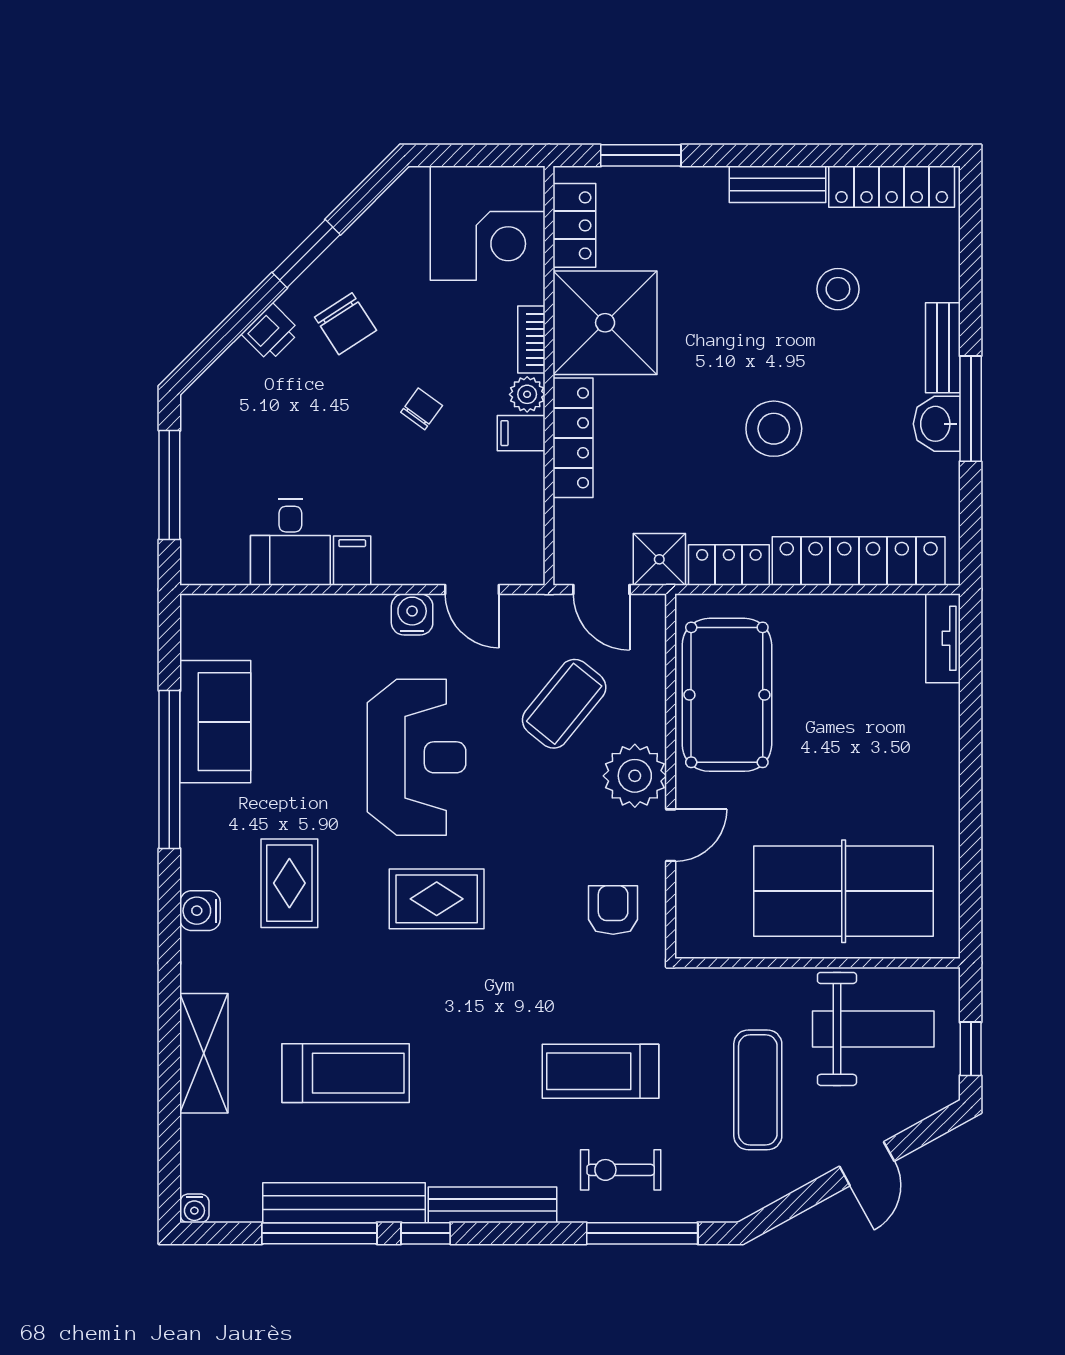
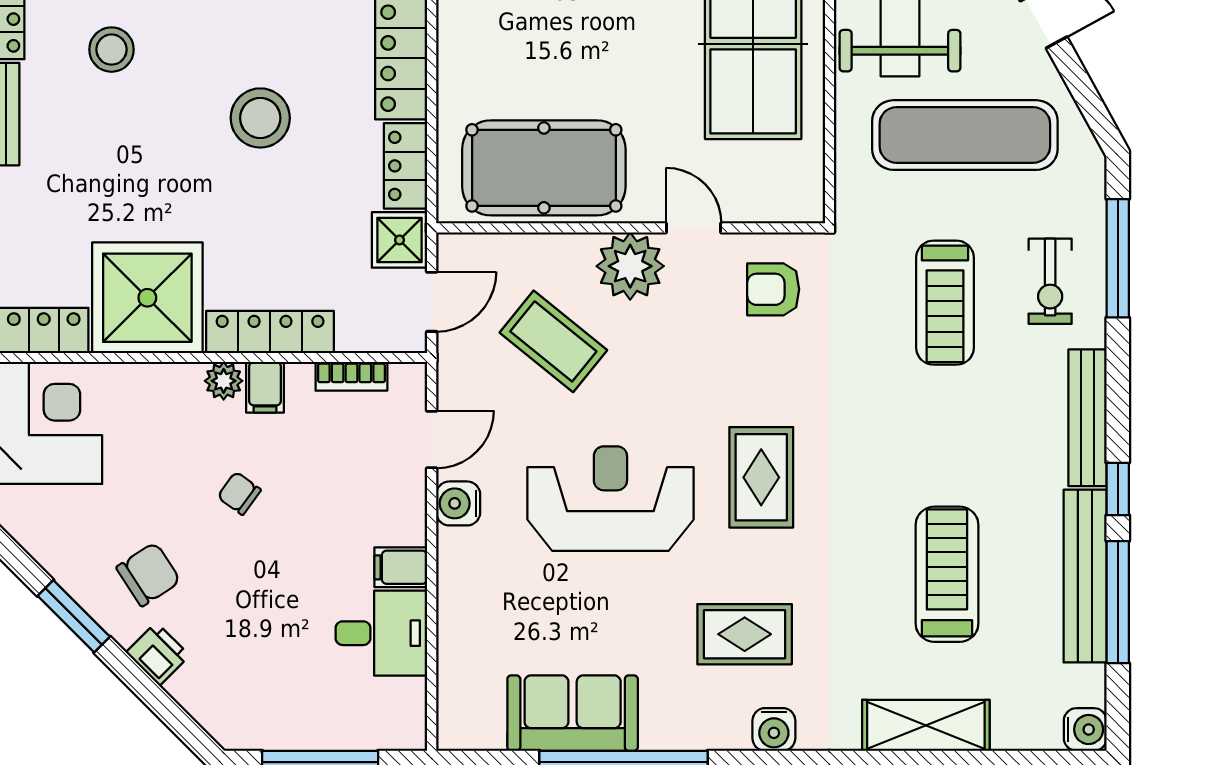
bookcase: (531, 340) -> (351, 376), moved
exercise mat: (758, 1090) -> (965, 135), width x1.36, depth x1.45
water cooler: (194, 1208) -> (1085, 729), width x1.38, depth x1.38

